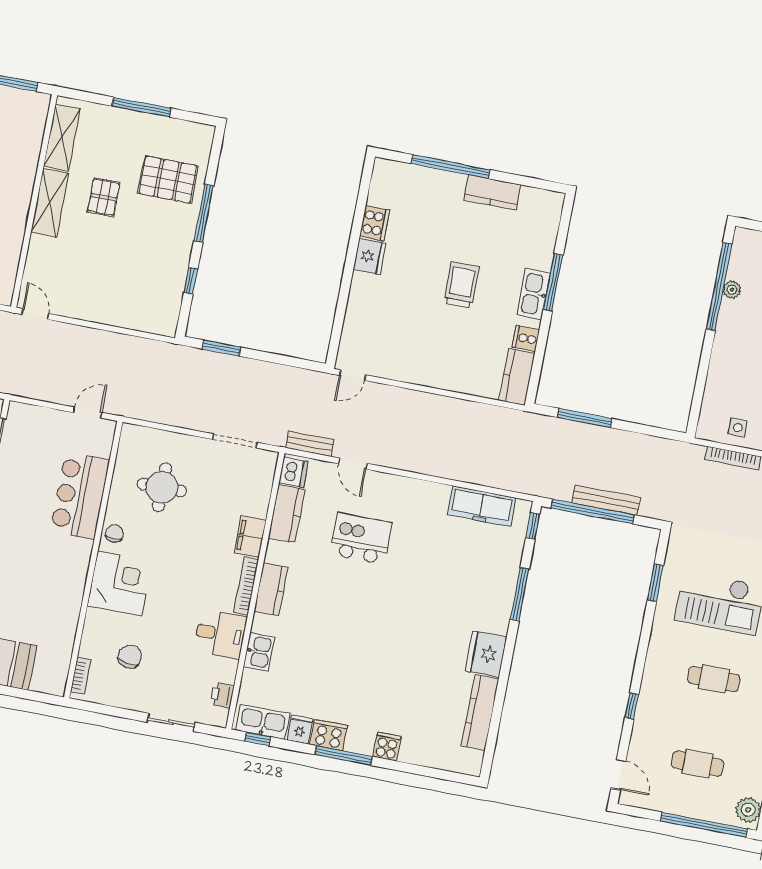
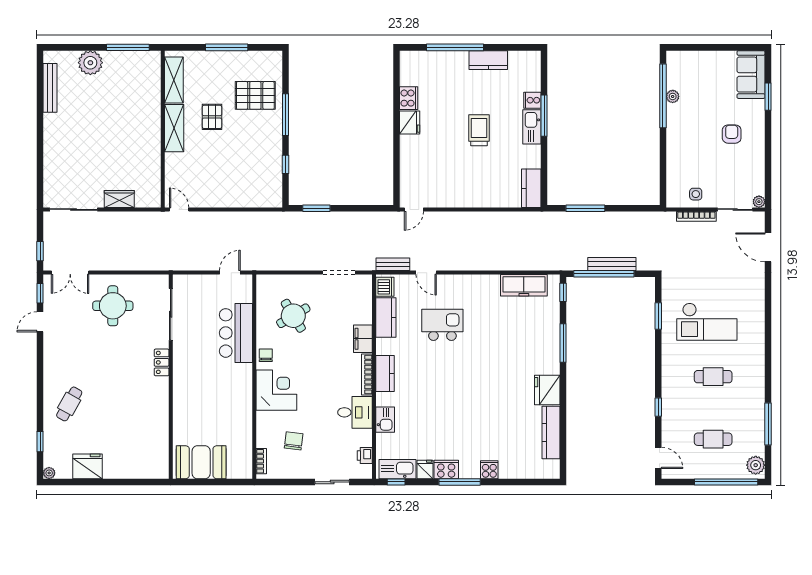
cooker: (526, 338) -> (532, 100), moved
round table: (162, 487) -> (293, 316), turned -31

